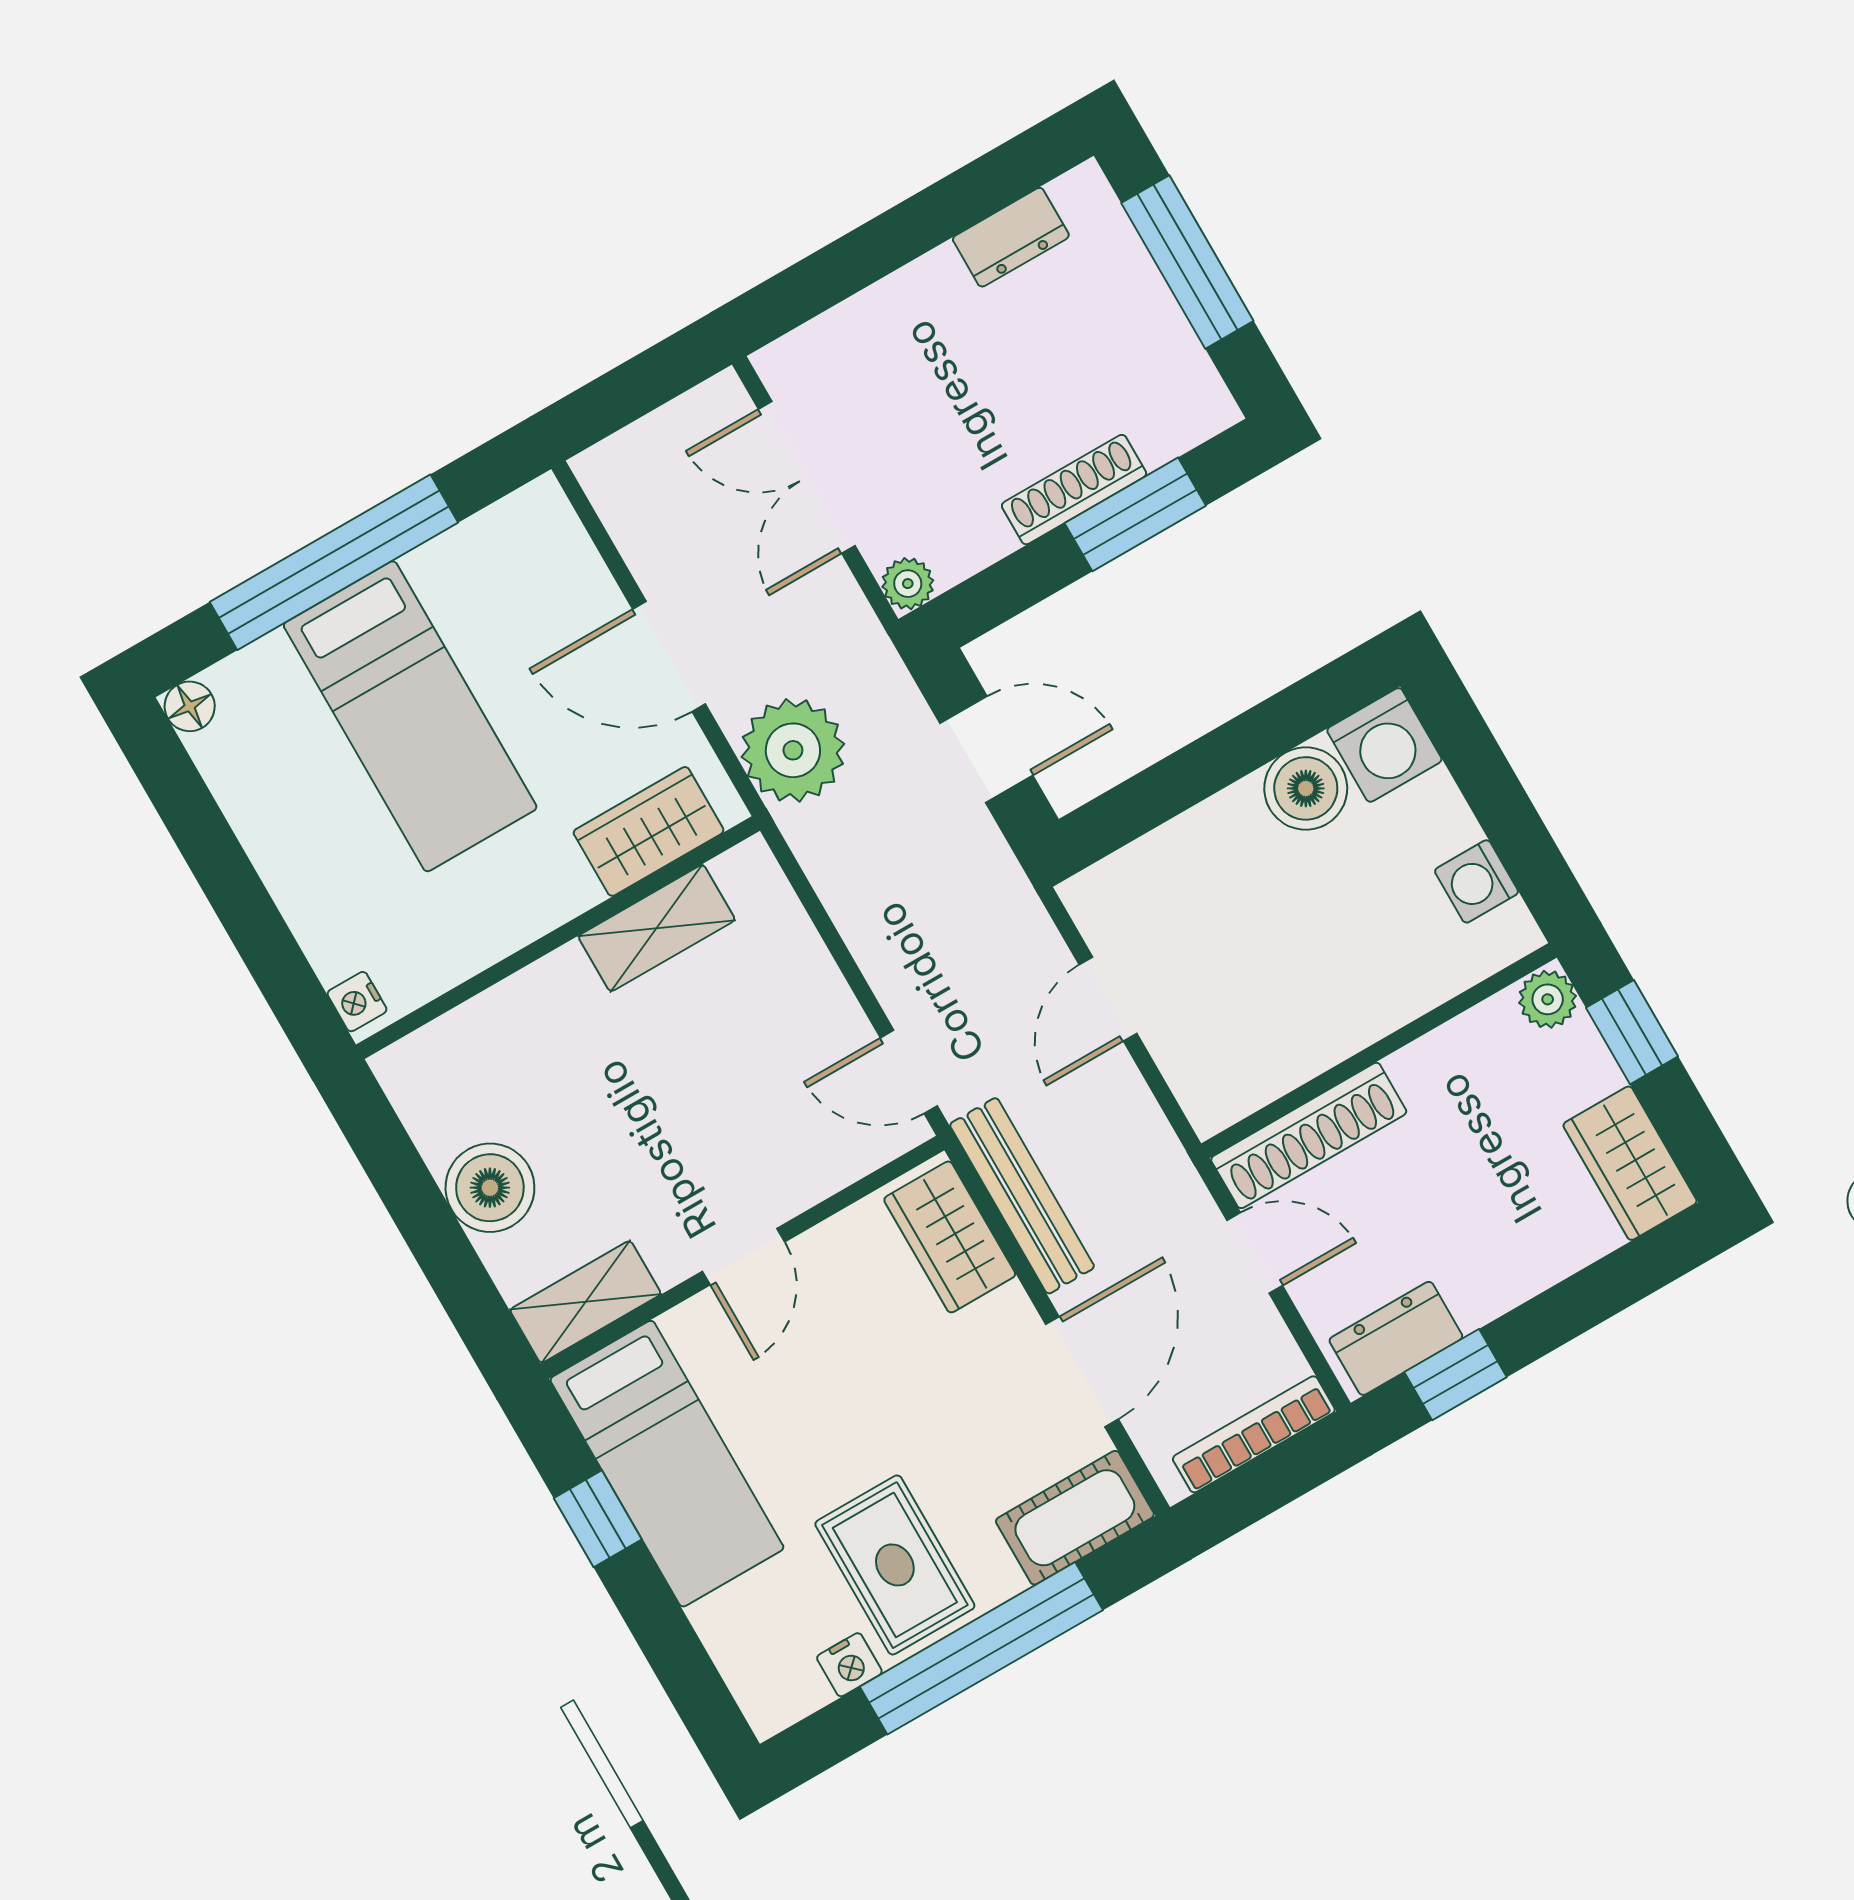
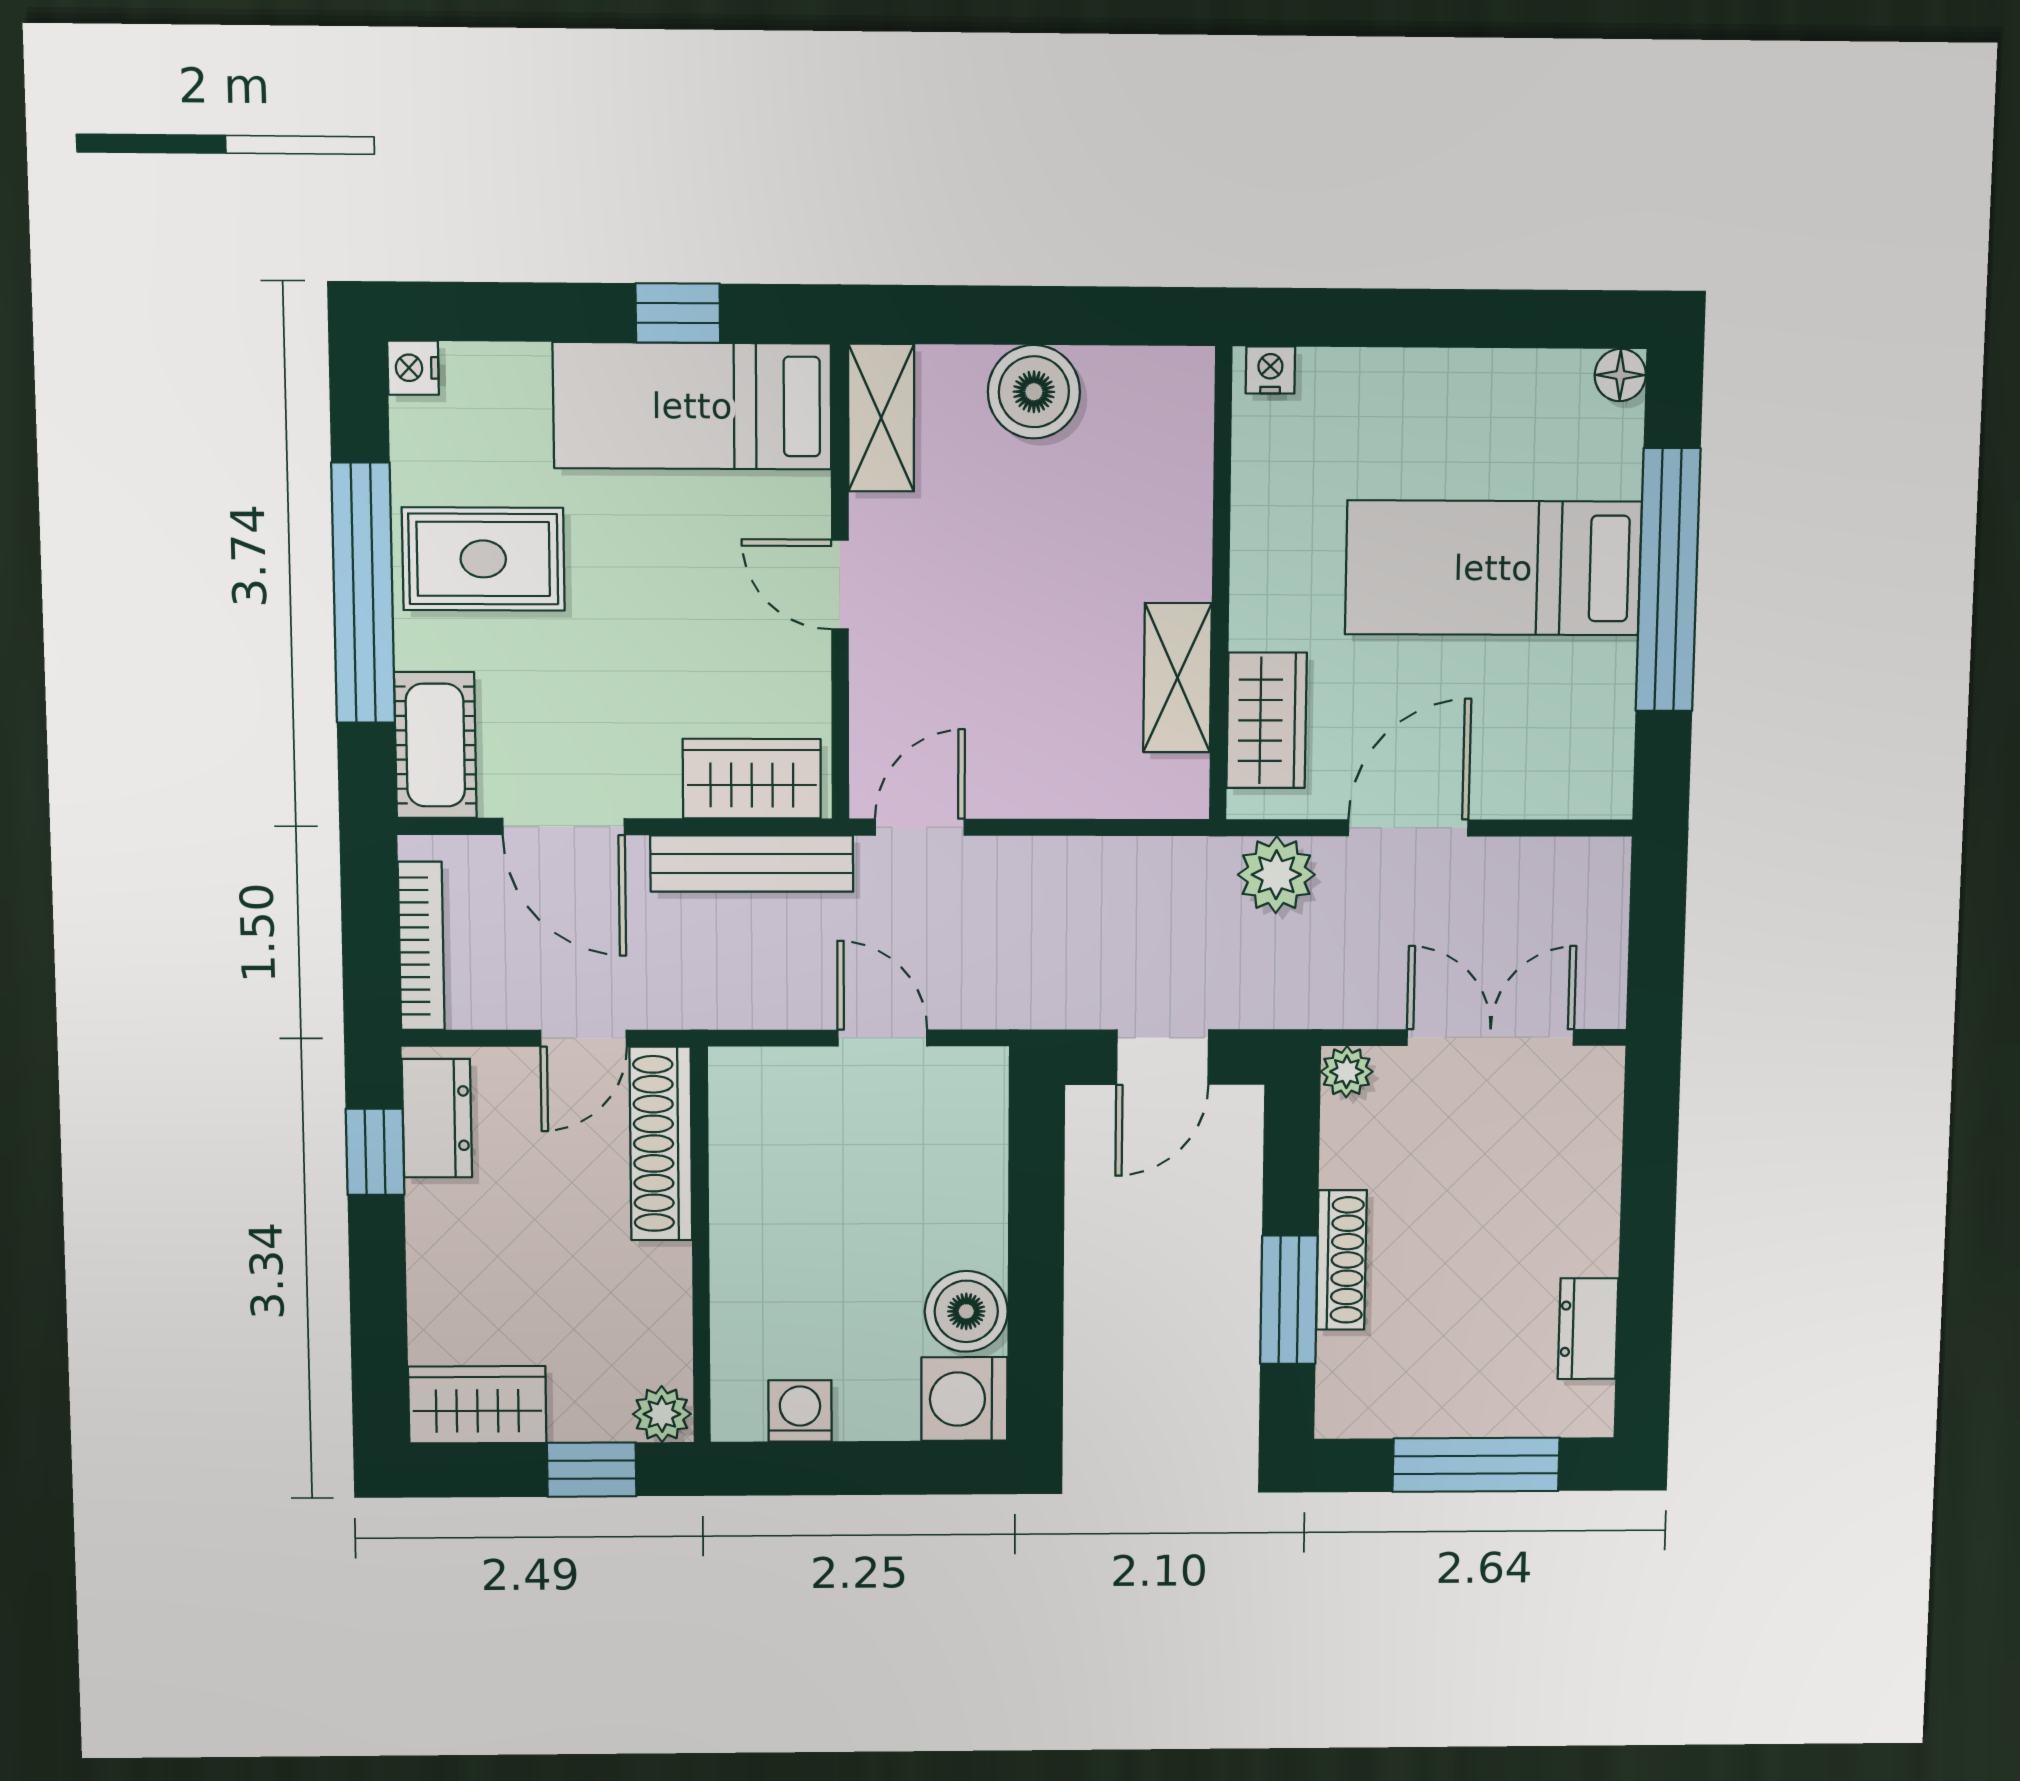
plant: (793, 750) -> (1276, 875), width x0.73, depth x0.73
nightstand: (849, 1665) -> (413, 368), moved

